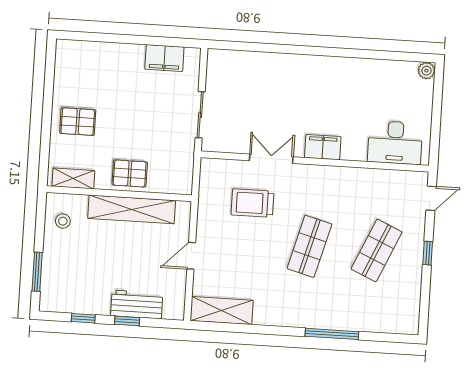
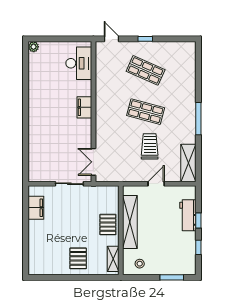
double door: (271, 159) -> (93, 162), moved
trolley: (253, 203) -> (150, 146), moved, turned 180
door: (191, 256) -> (156, 184), swing flipped
window: (332, 334) -> (198, 119), moved

